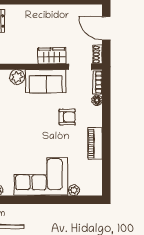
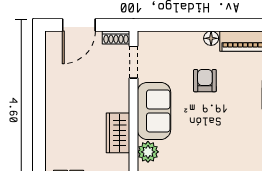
wardrobe: (52, 56) -> (118, 133), moved
bookcase: (98, 82) -> (156, 37), removed
floor lamp: (97, 100) -> (211, 38), moved

